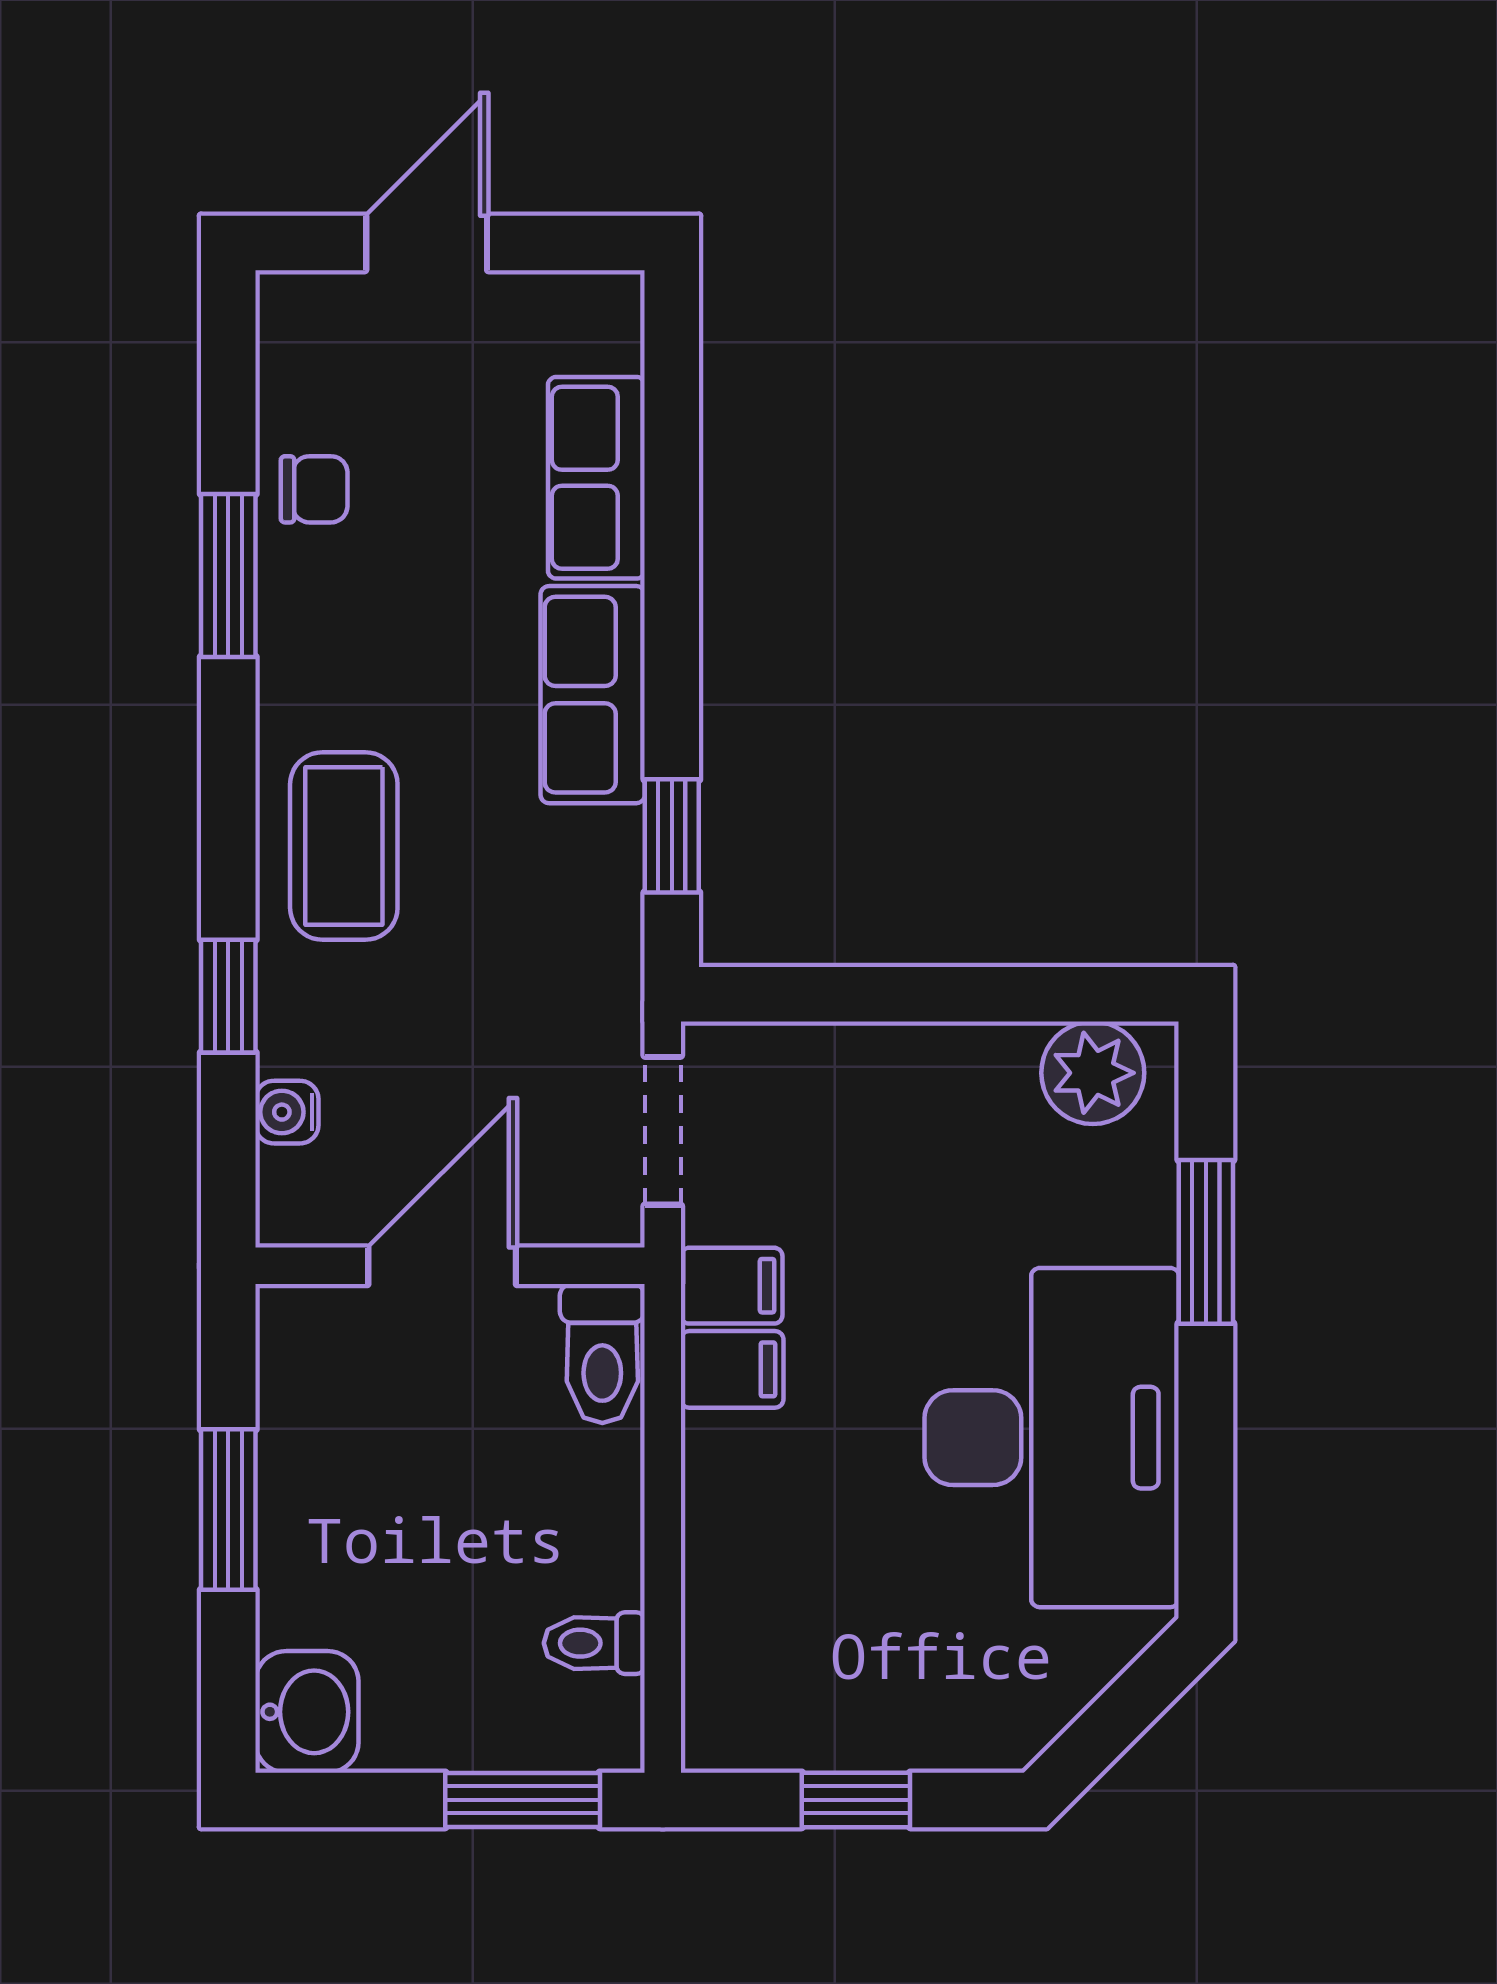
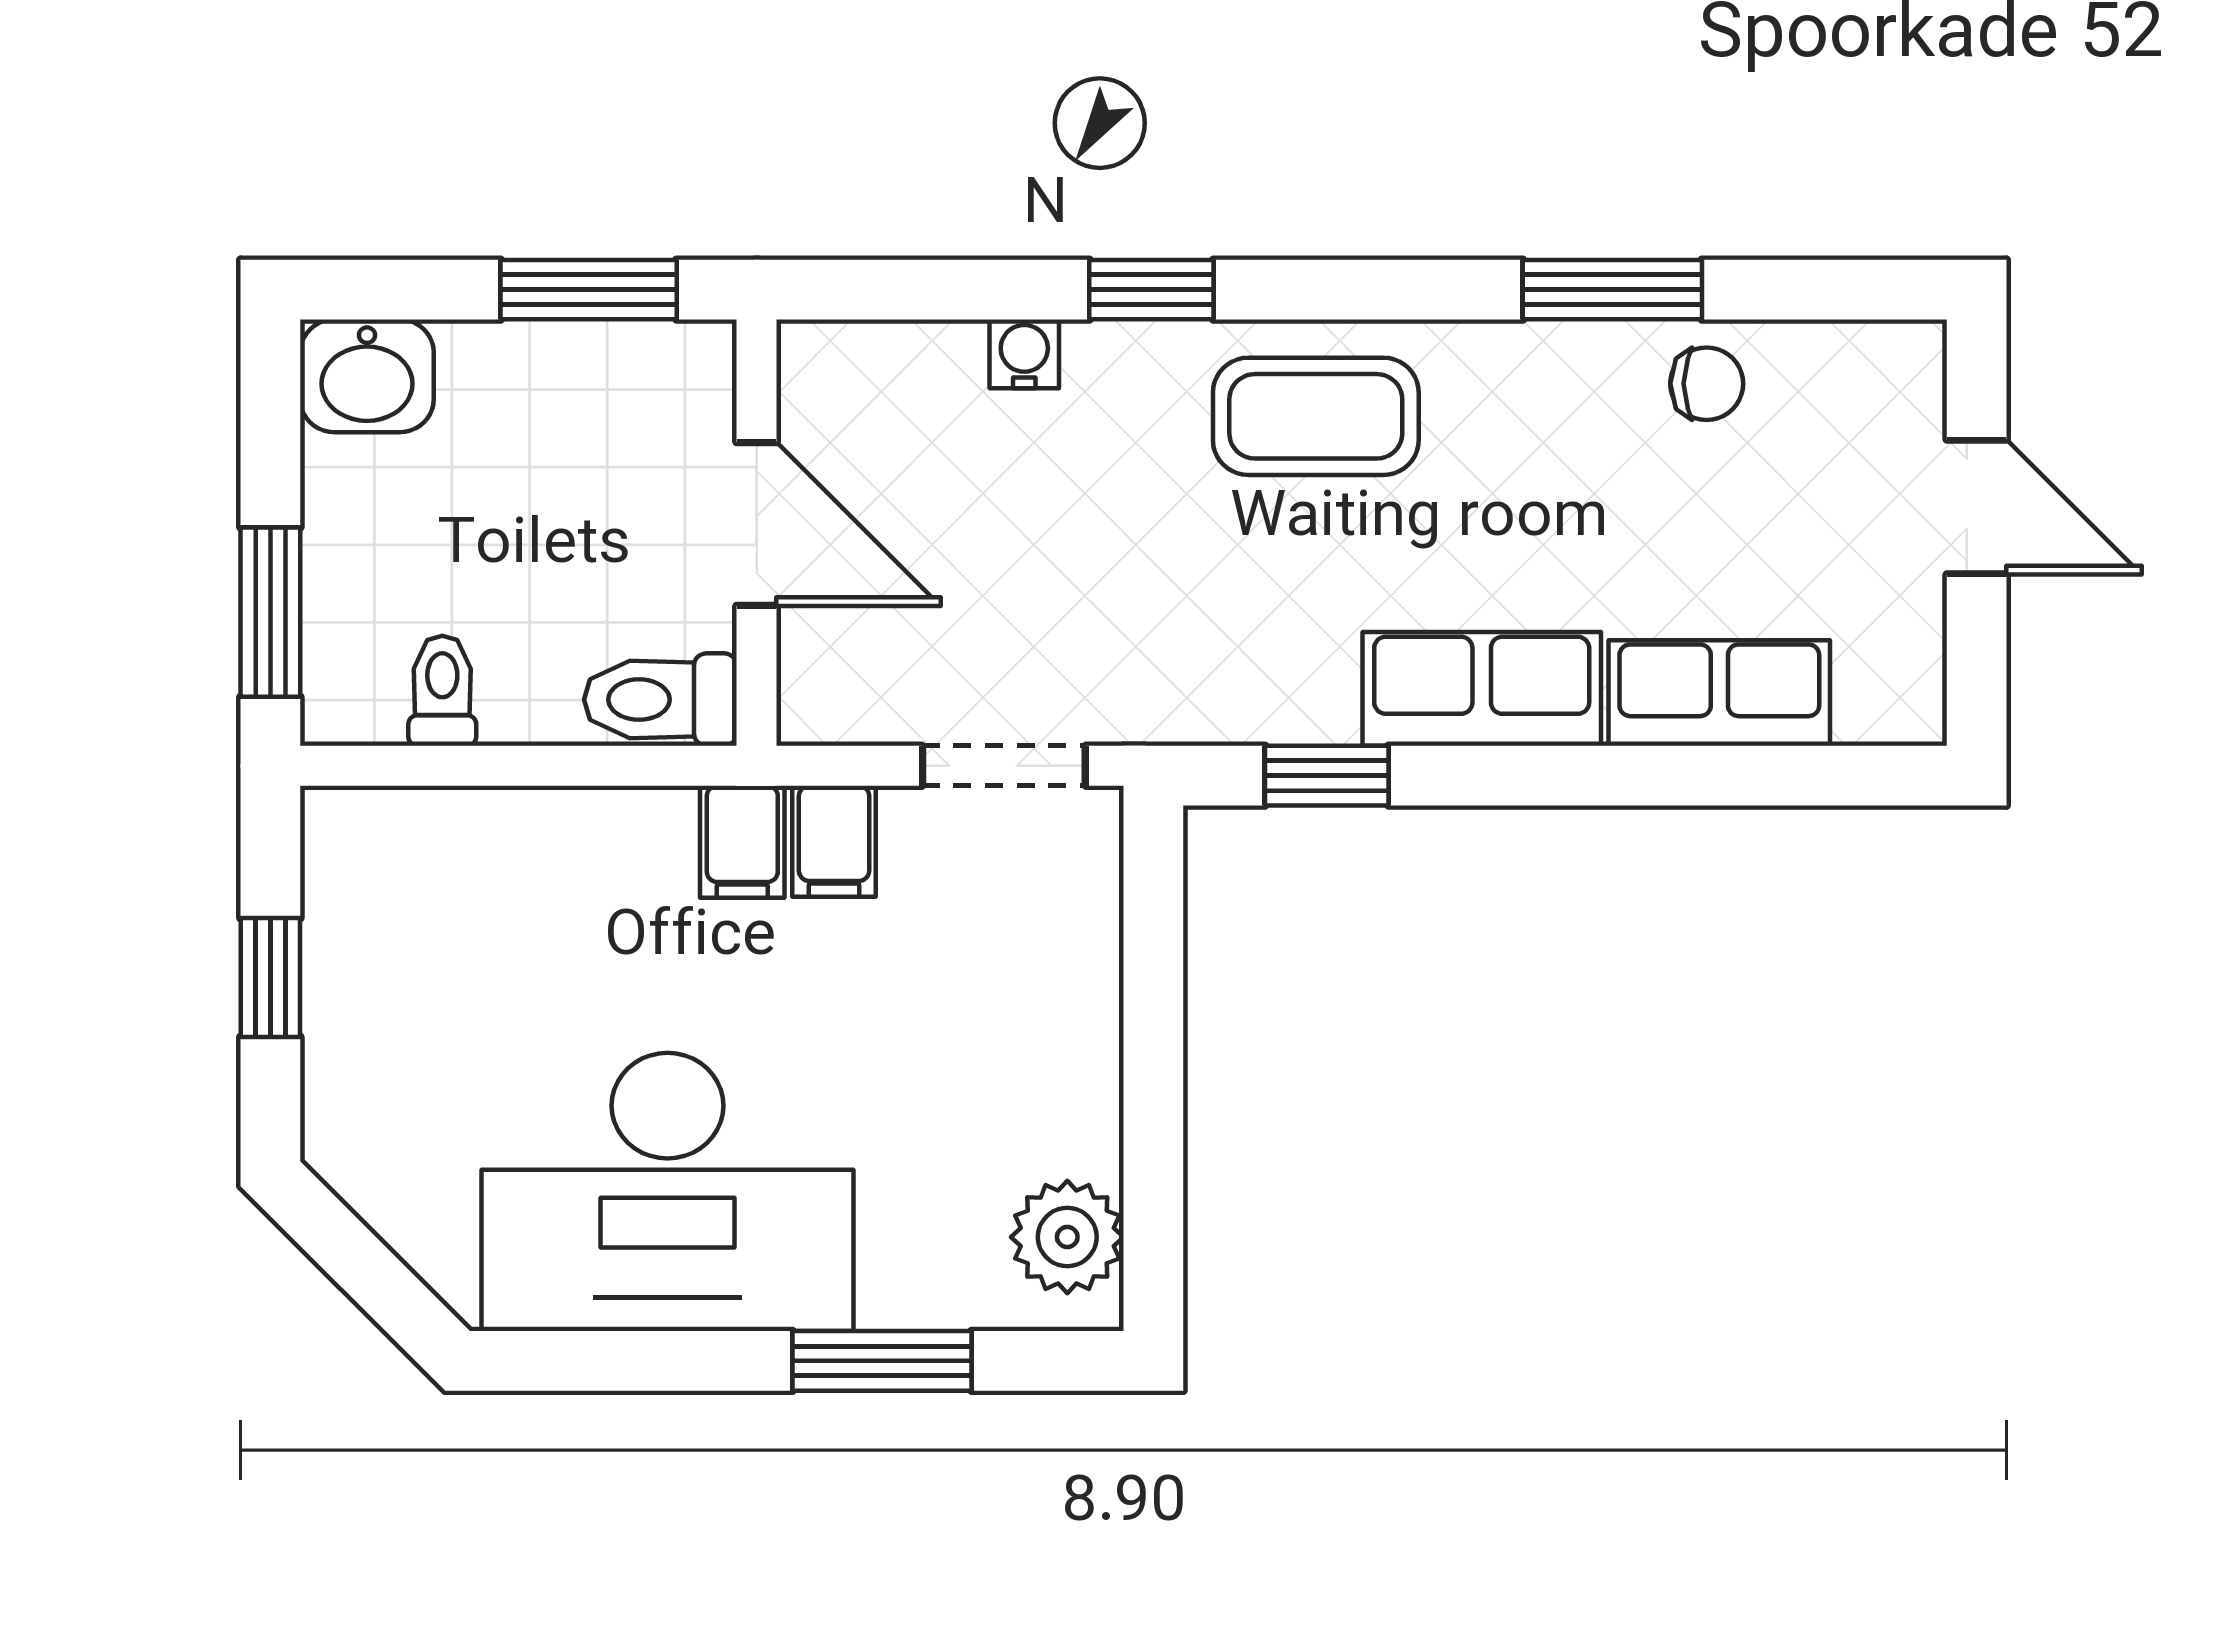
chair: (314, 489) -> (1707, 384), turned -90
door: (442, 1266) -> (757, 524), moved
wall: (450, 1266) -> (757, 533), moved
toilet: (602, 1354) -> (660, 700), moved

